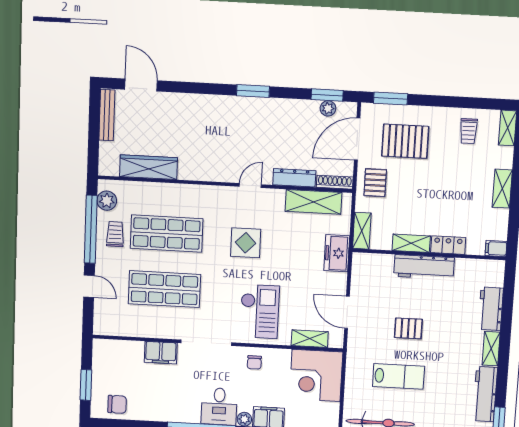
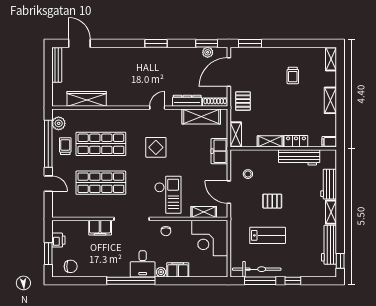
trolley: (468, 131) -> (293, 75), moved
pallet: (405, 141) -> (262, 72), removed
workbench: (424, 267) -> (299, 157), moved
stool: (376, 288) -> (248, 174), added
printer: (101, 367) -> (58, 240), added

